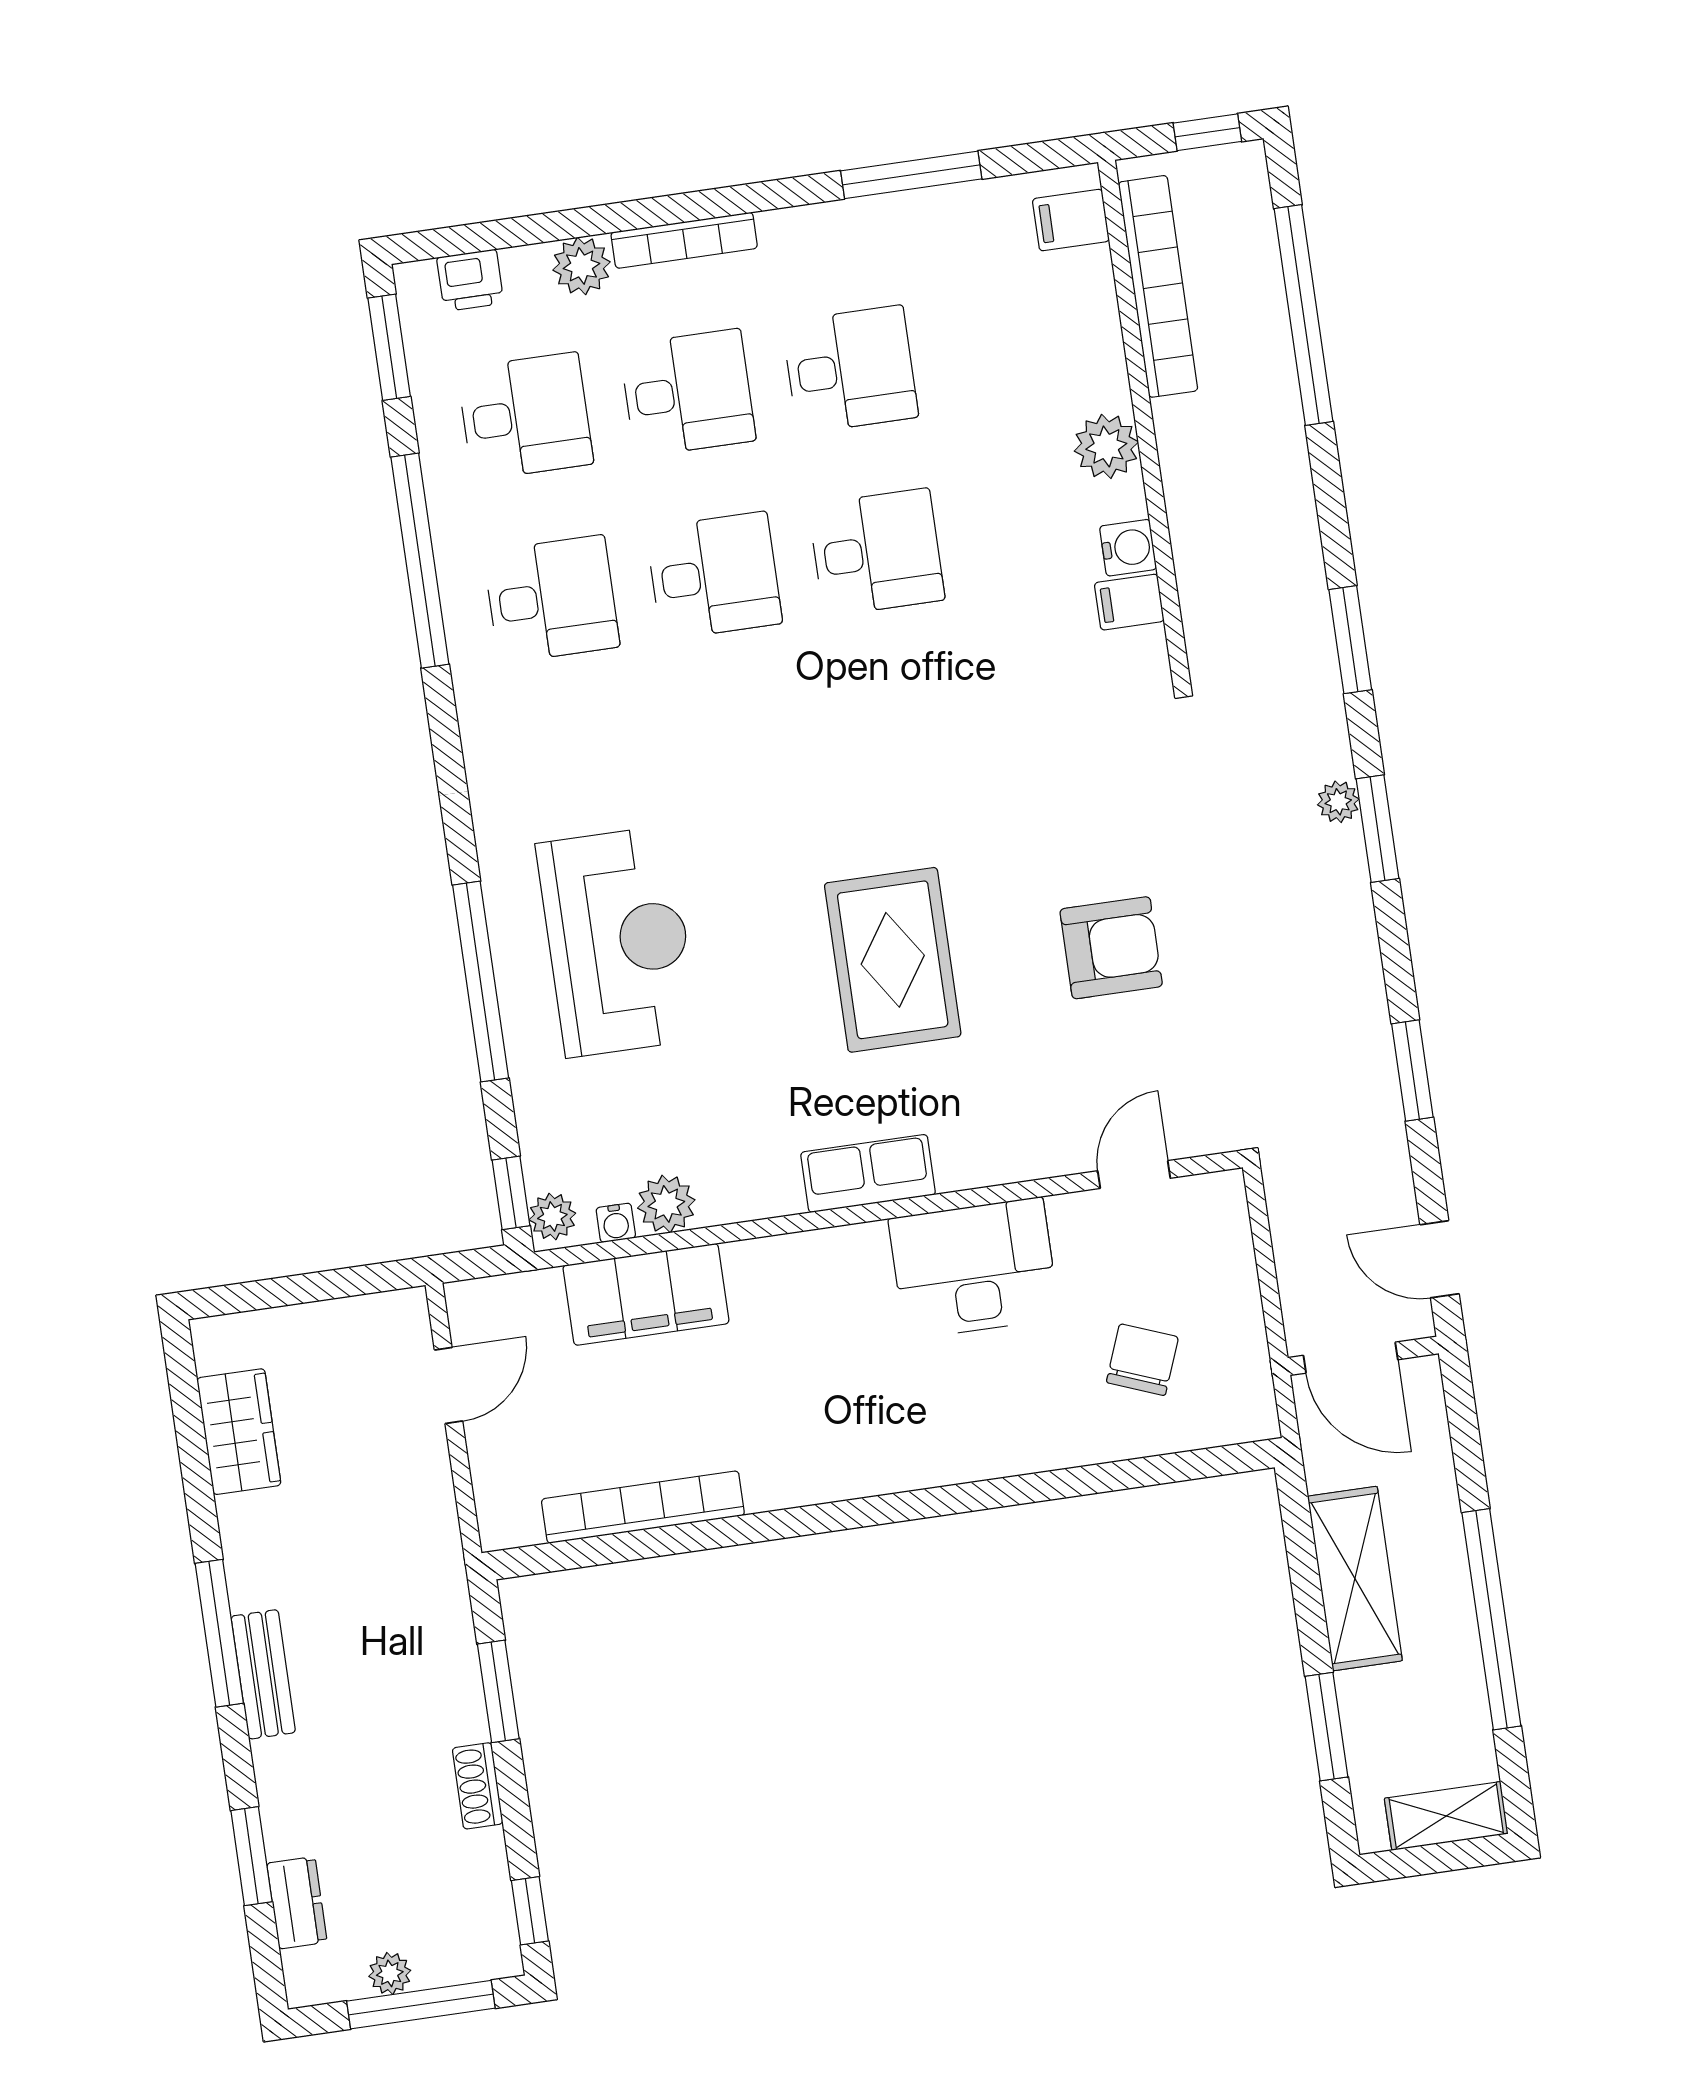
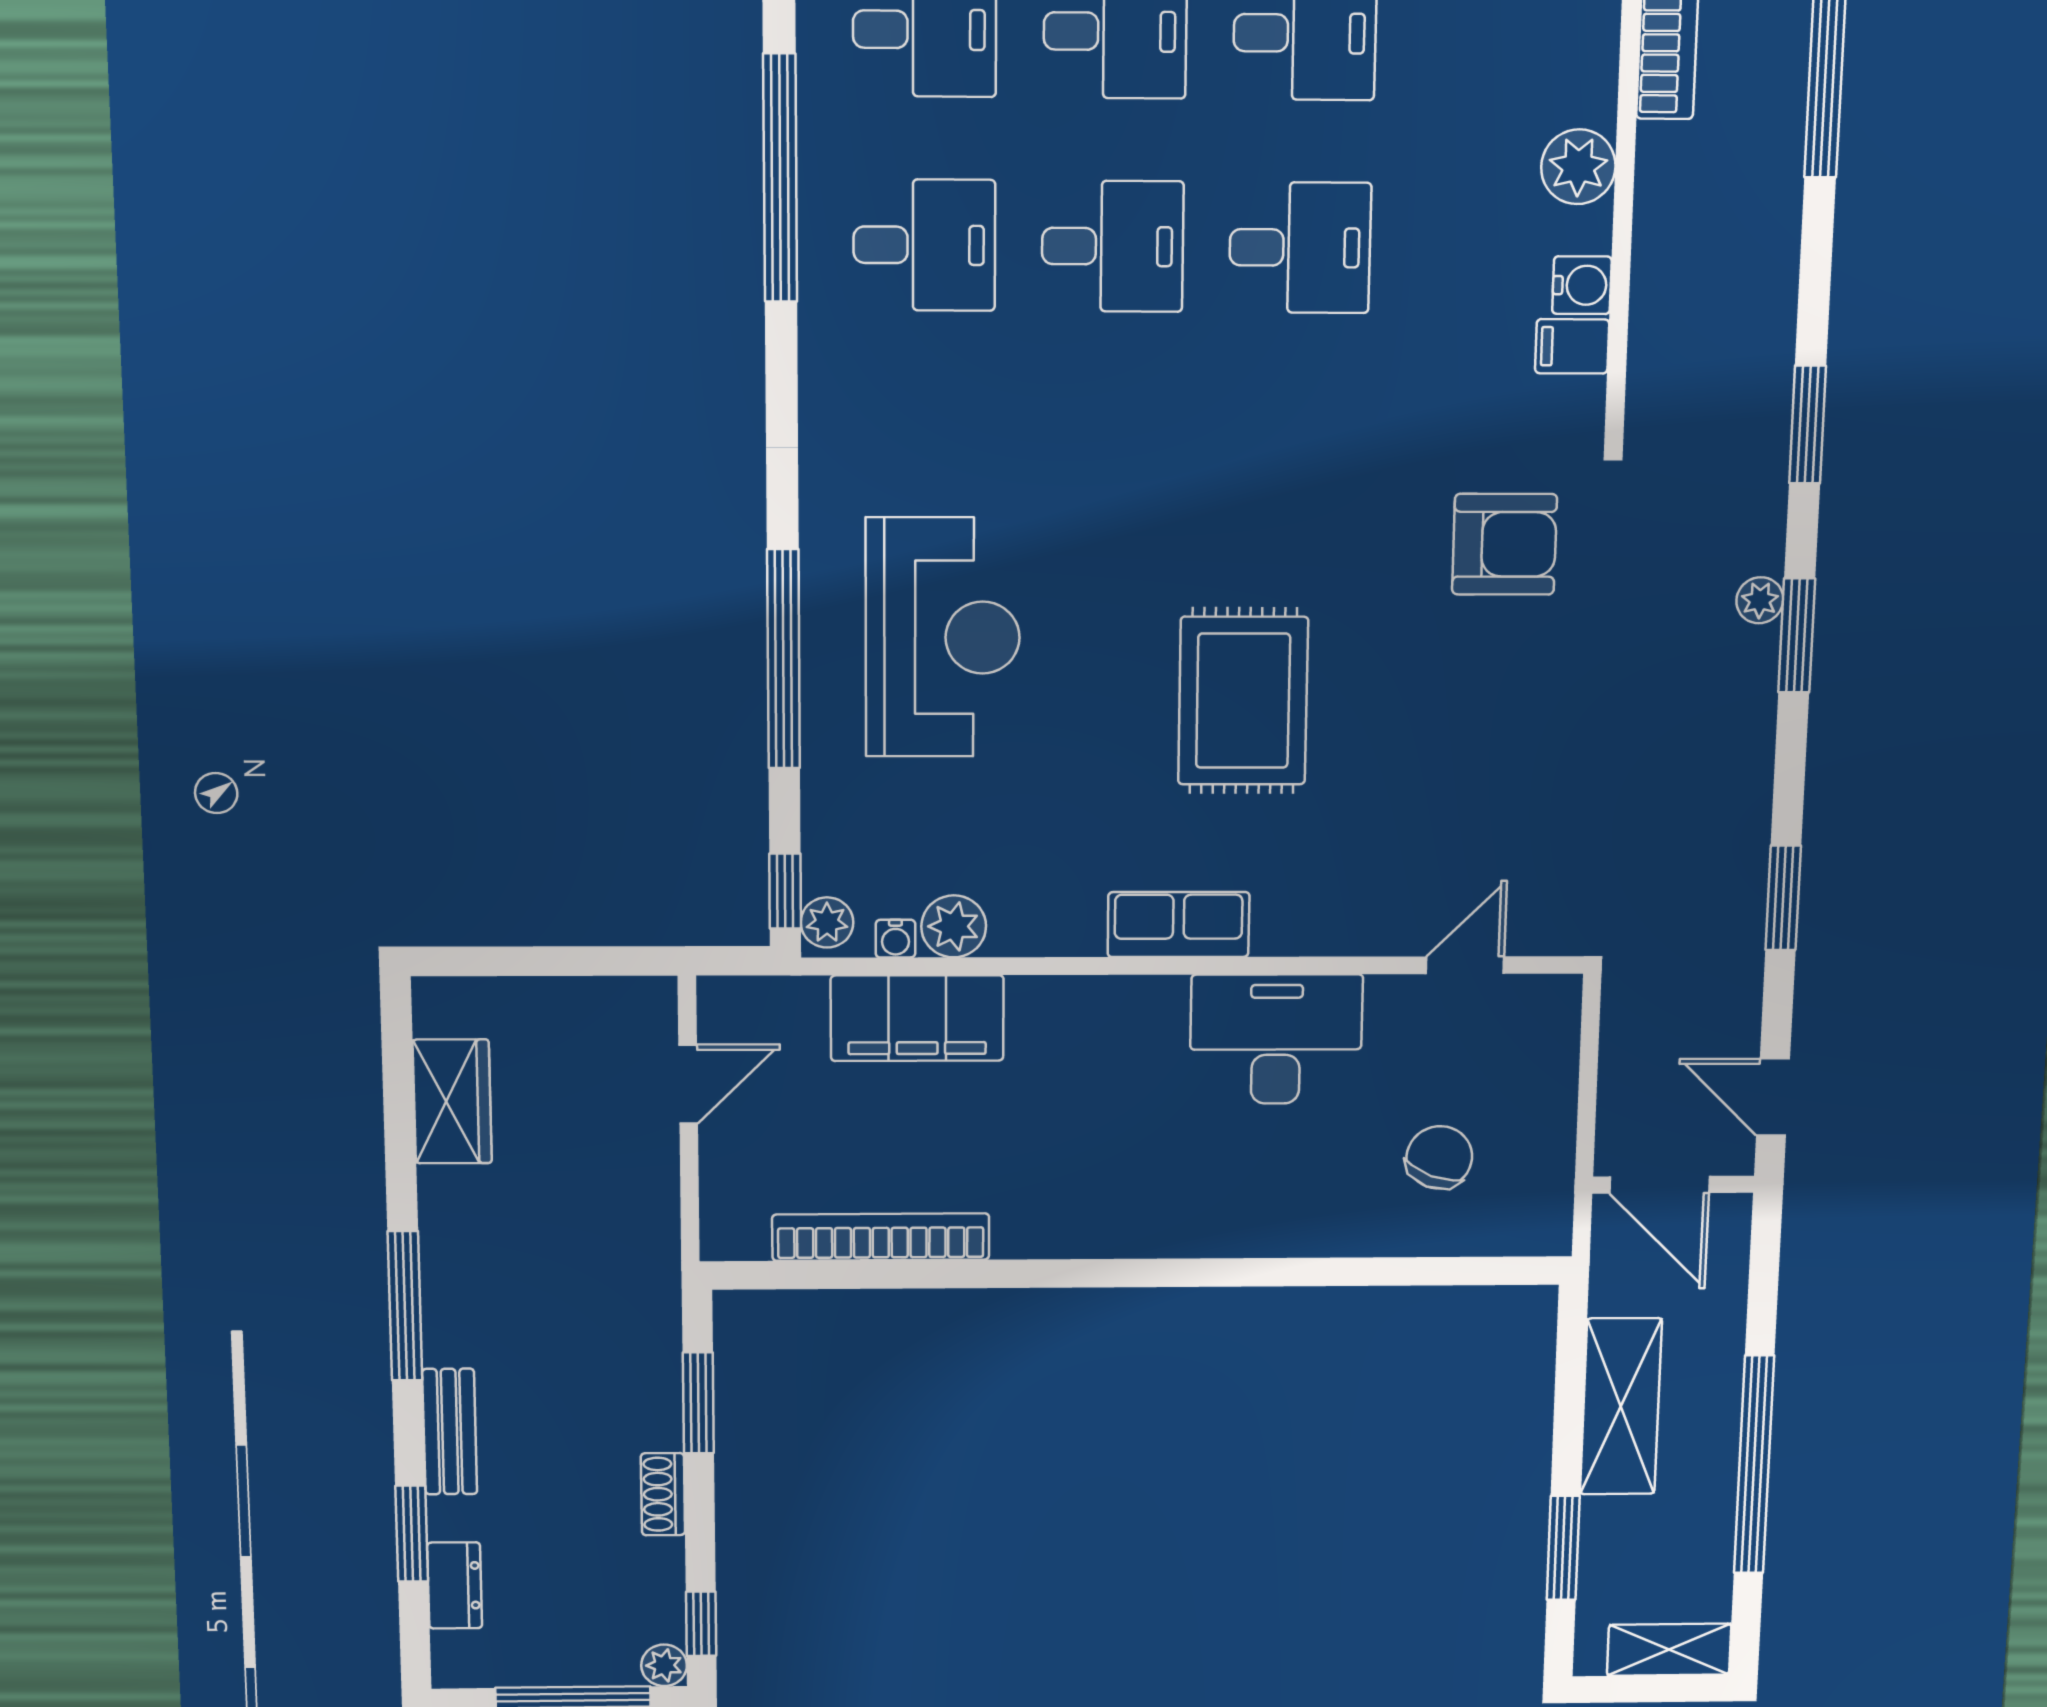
armchair: (1111, 948) -> (1505, 544), moved
bench: (263, 1674) -> (450, 1432), moved
plant: (390, 1973) -> (664, 1665), moved

